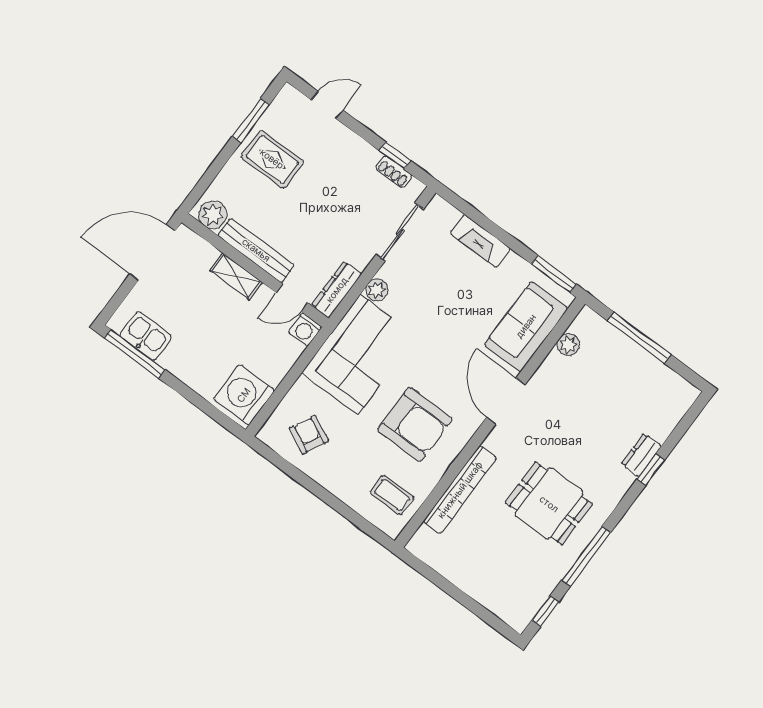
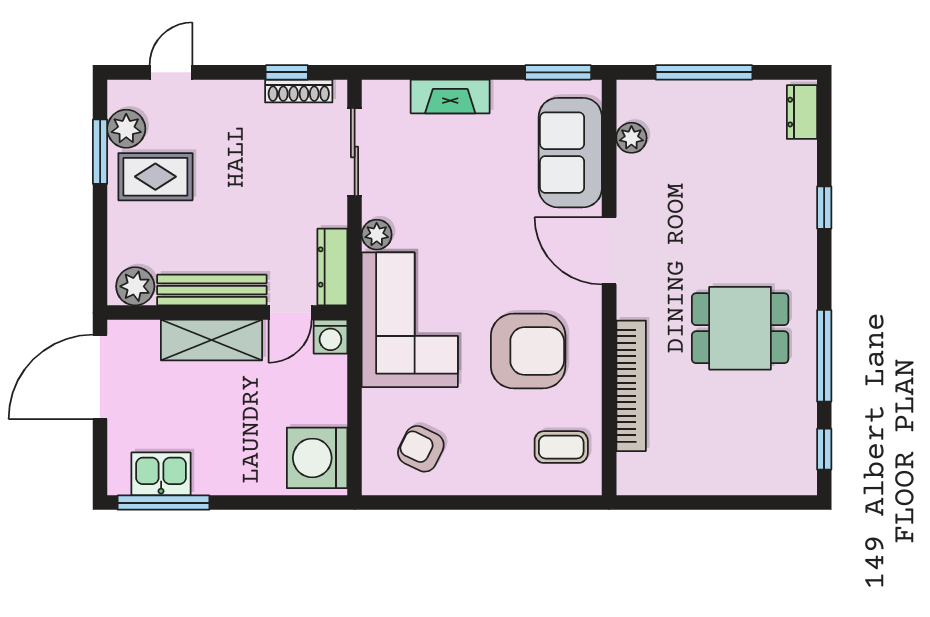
plant: (276, 118) -> (126, 129), added
shoe rack: (394, 172) -> (299, 91), width x1.43
shelving: (236, 277) -> (212, 340), width x1.50, depth x1.33
dresser: (641, 455) -> (802, 112), moved

